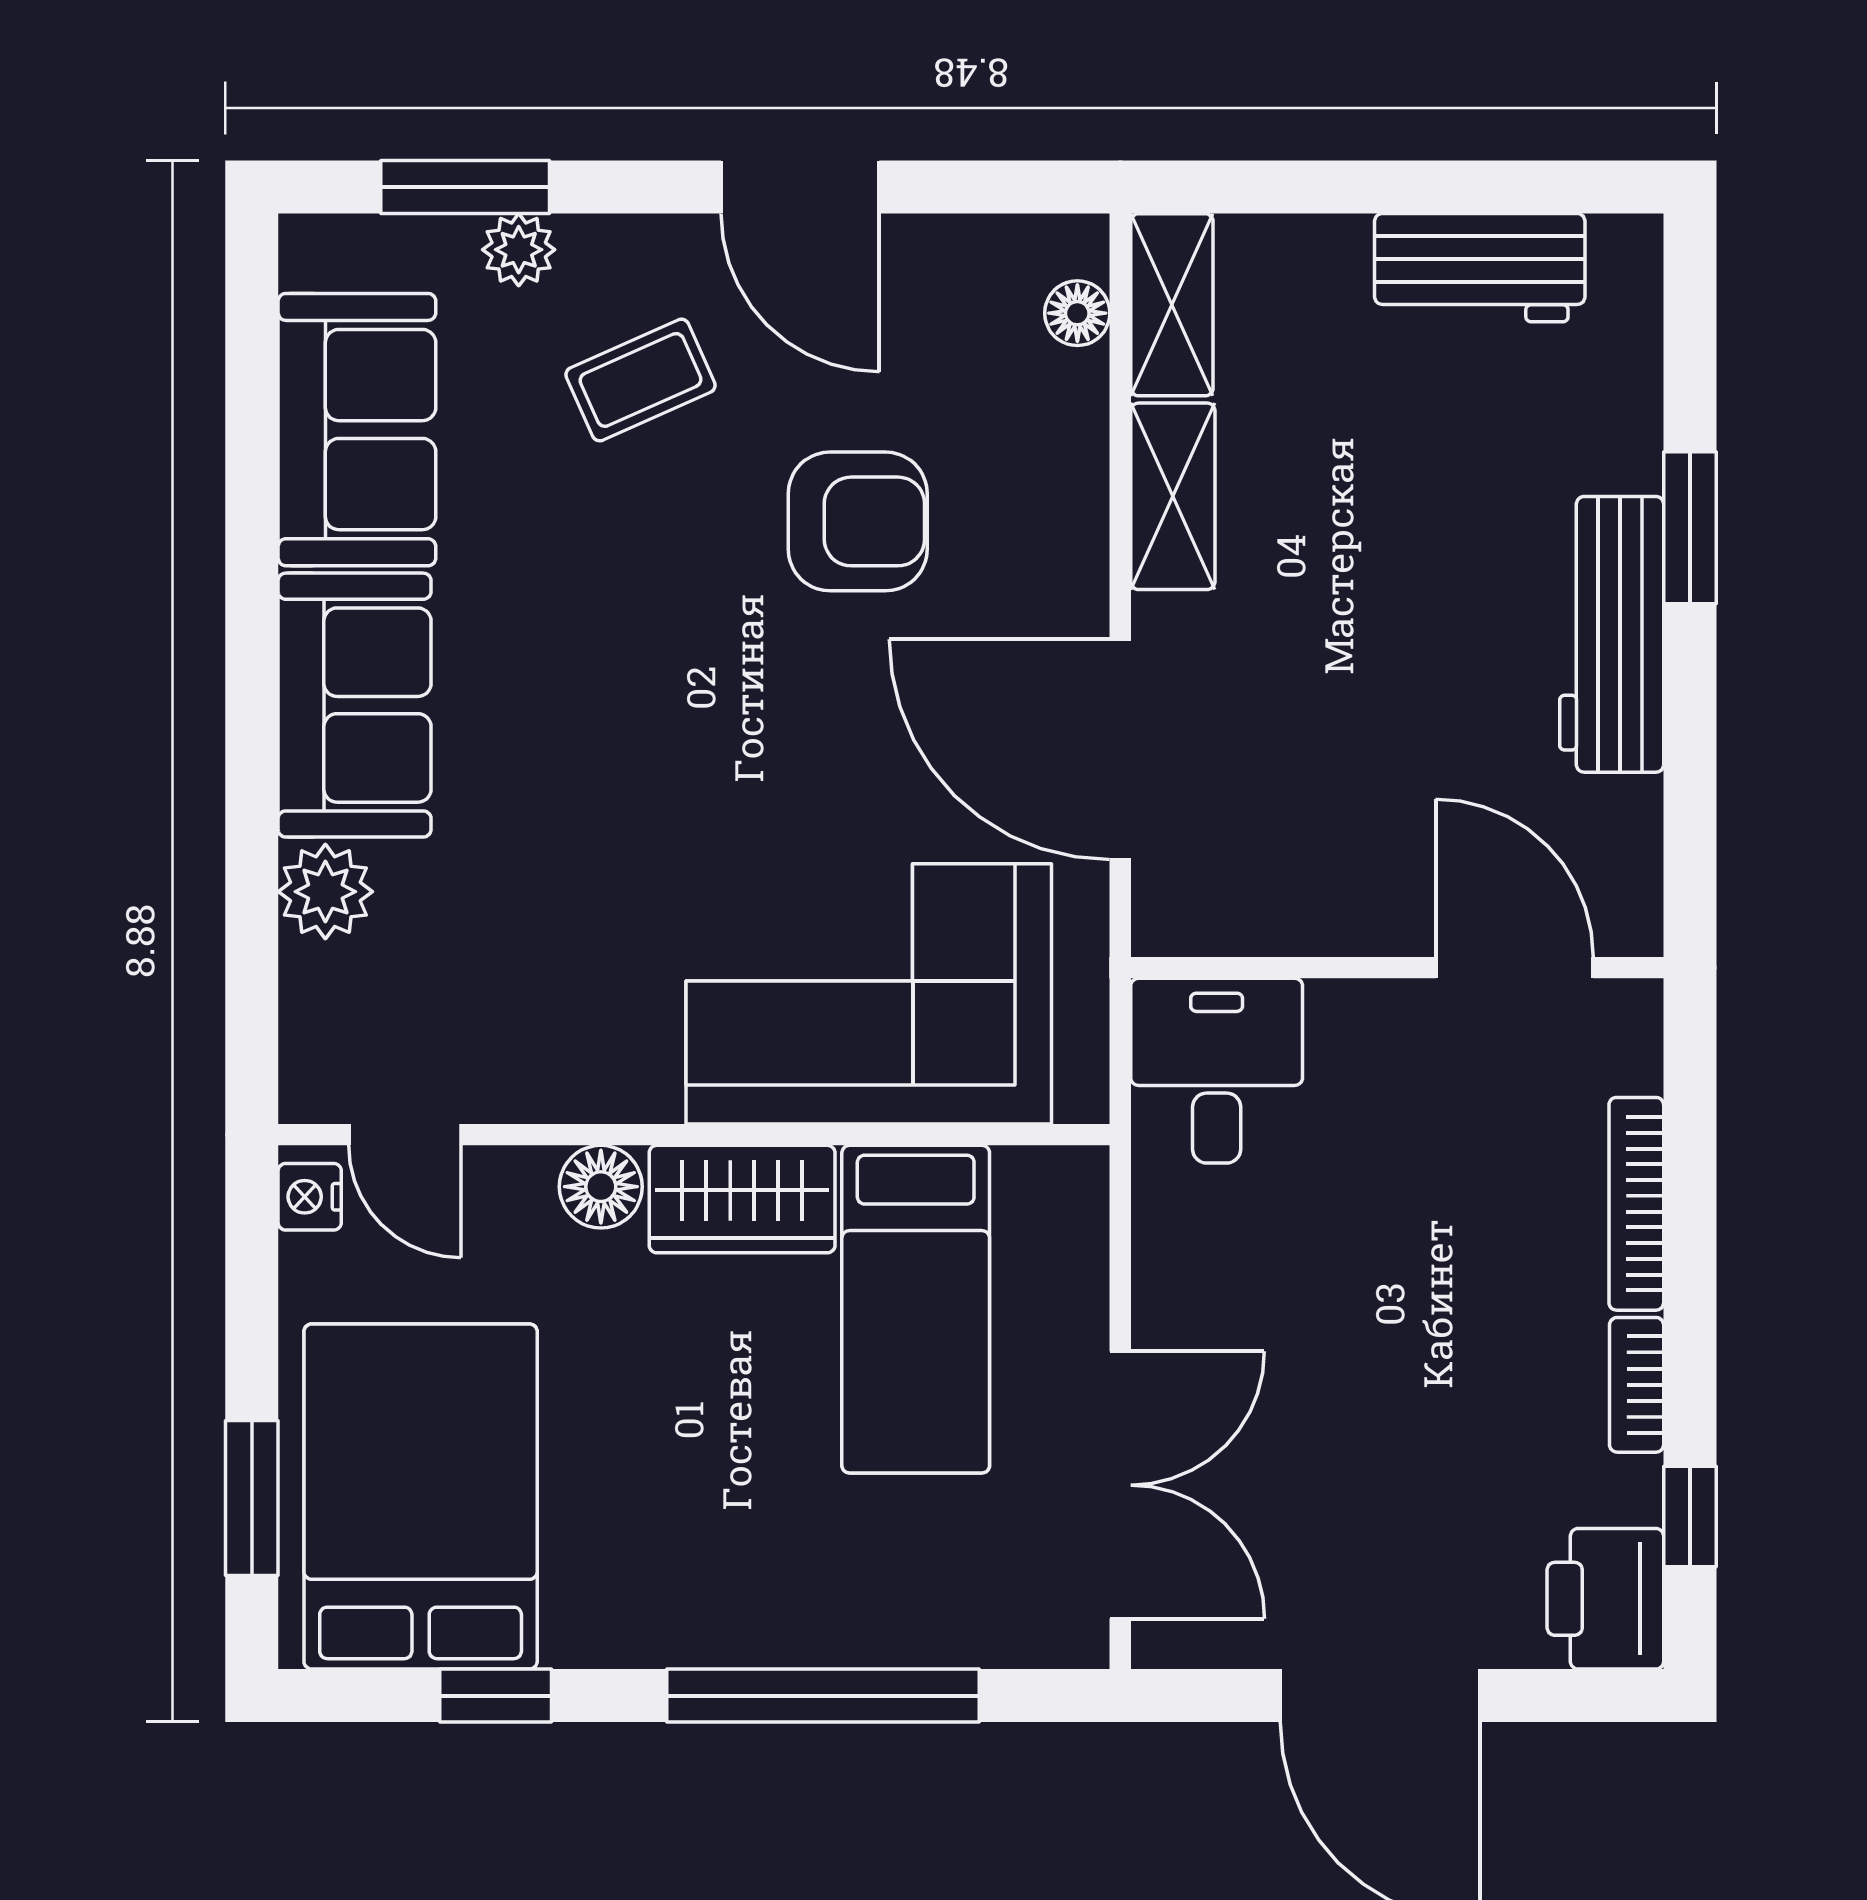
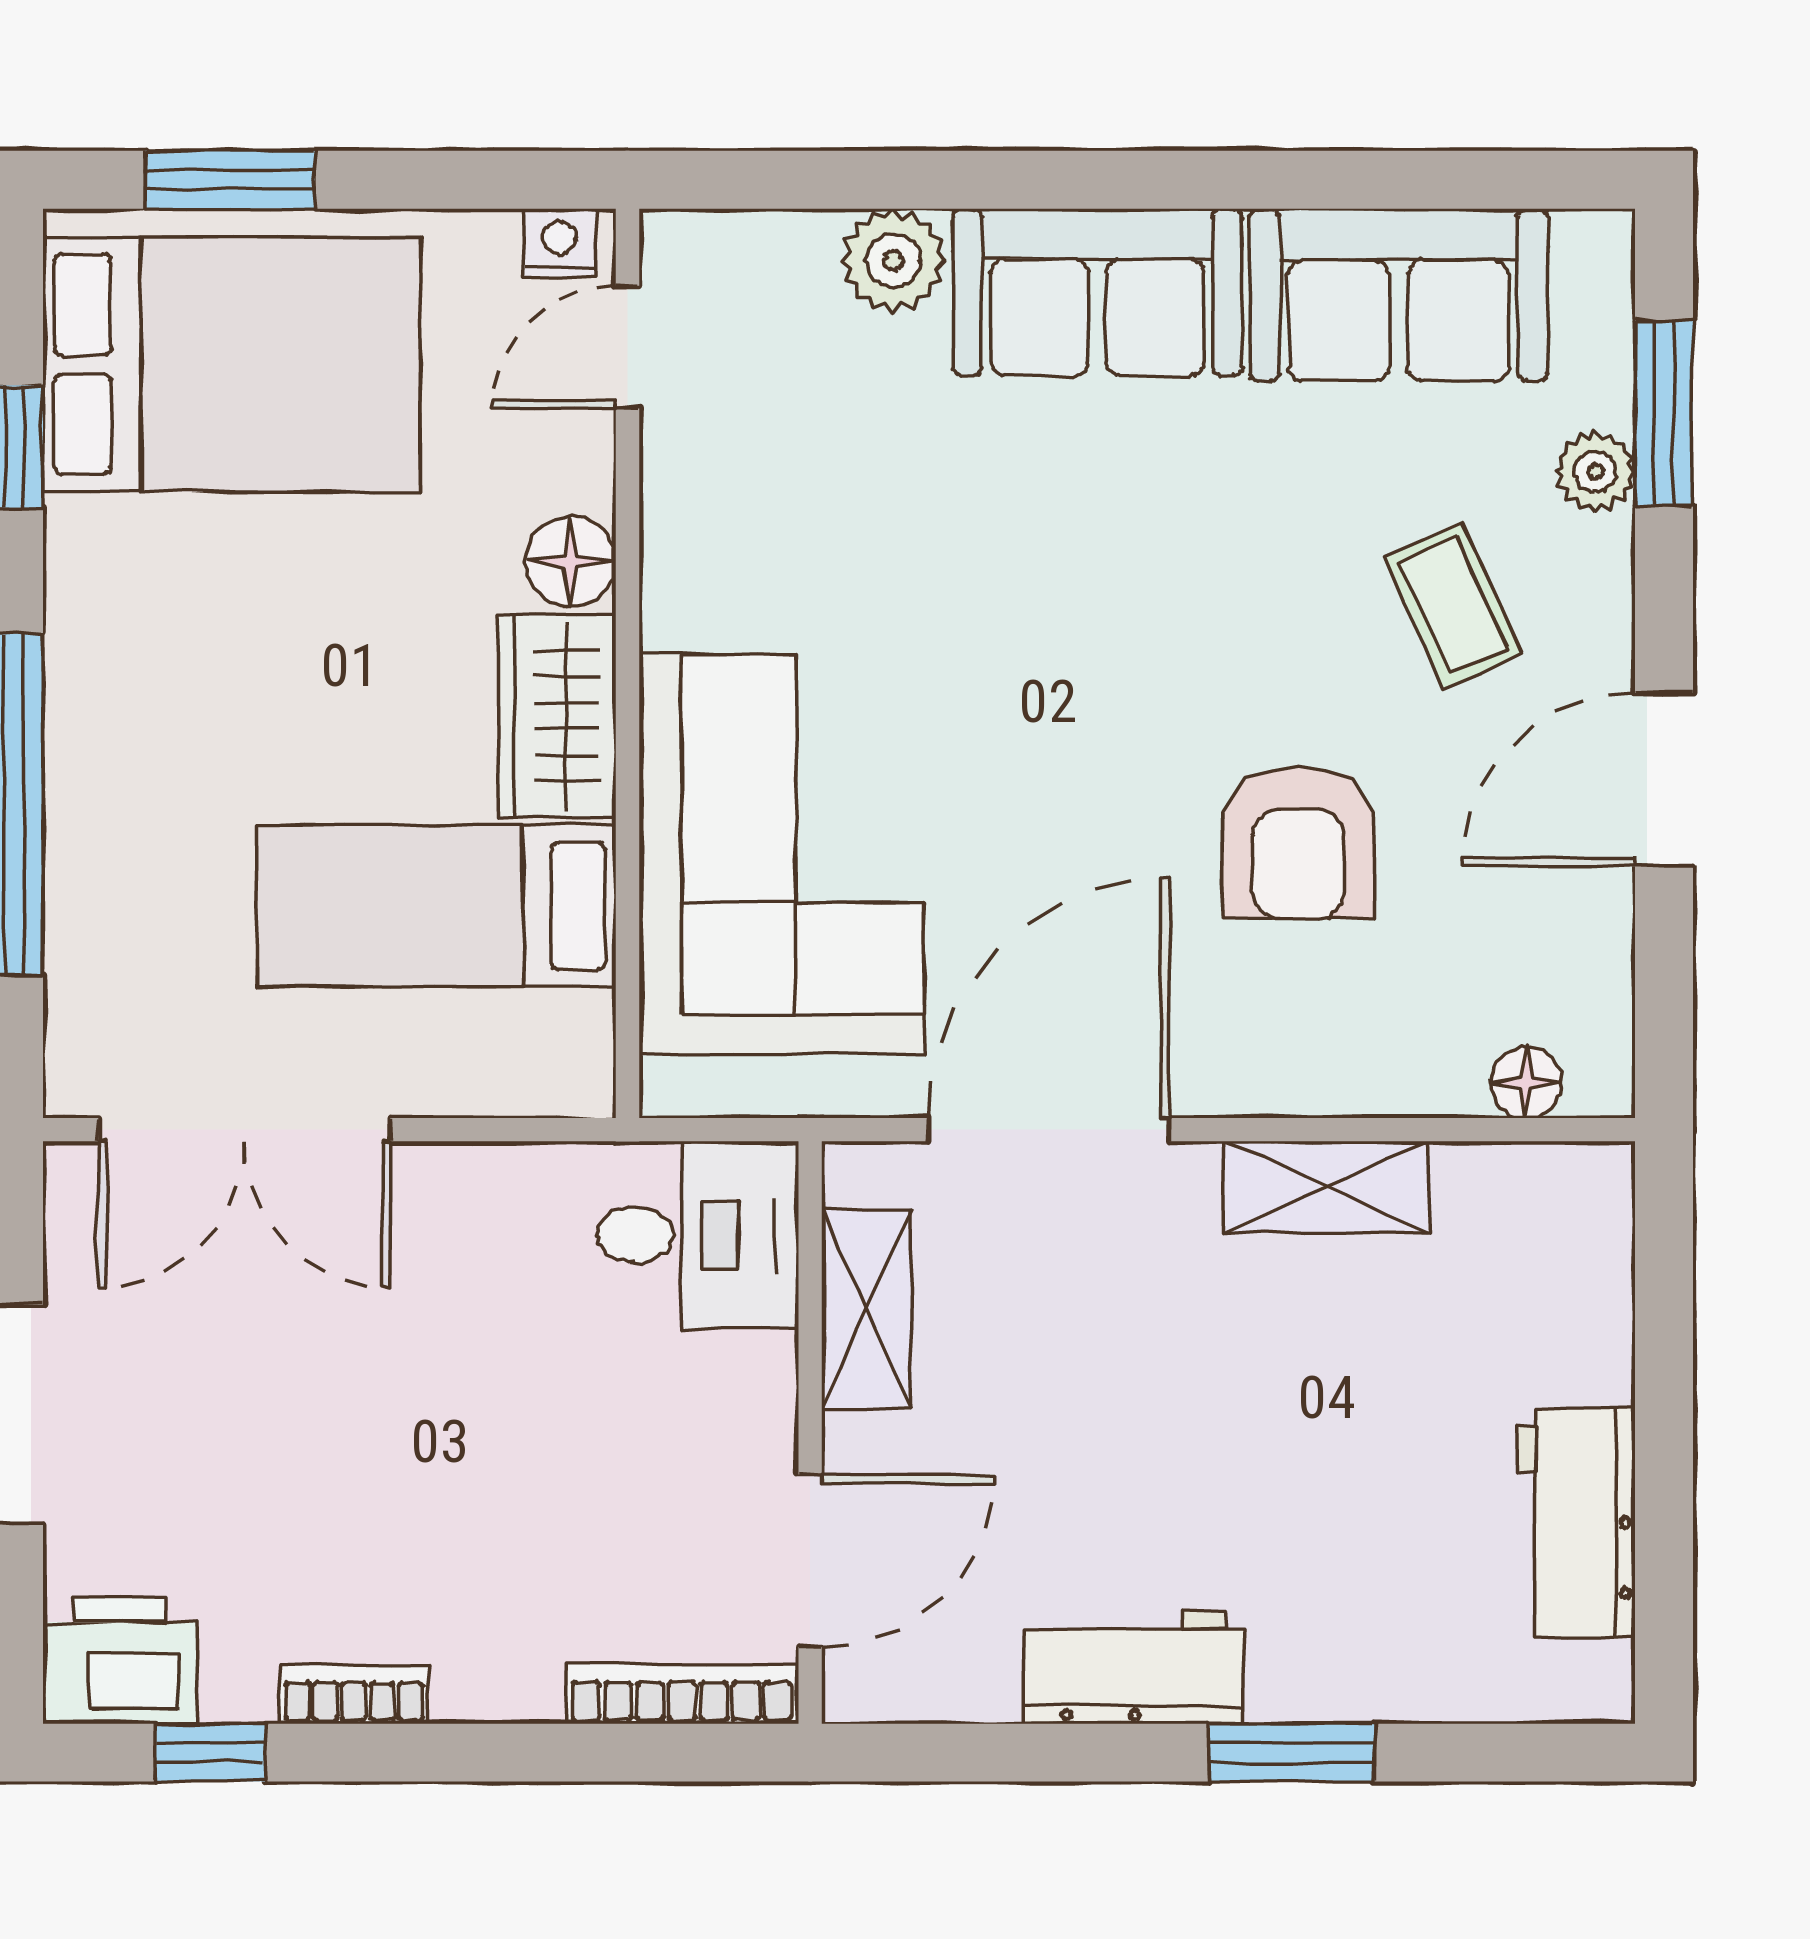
shelving: (1172, 305) -> (867, 1309), moved, turned 90
workbench: (1612, 634) -> (1134, 1667), width x0.73
bookcase: (1636, 1204) -> (682, 1694), moved

